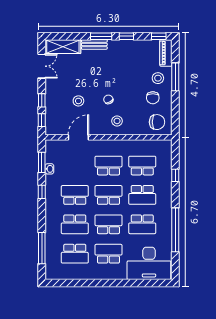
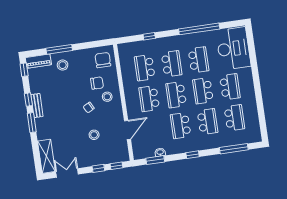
bench: (94, 44) -> (37, 106), moved
chair: (153, 98) -> (97, 83), moved
door: (78, 137) -> (127, 130), swing flipped
window: (42, 192) -> (193, 155), moved
school desk: (108, 254) -> (230, 87), turned 180

